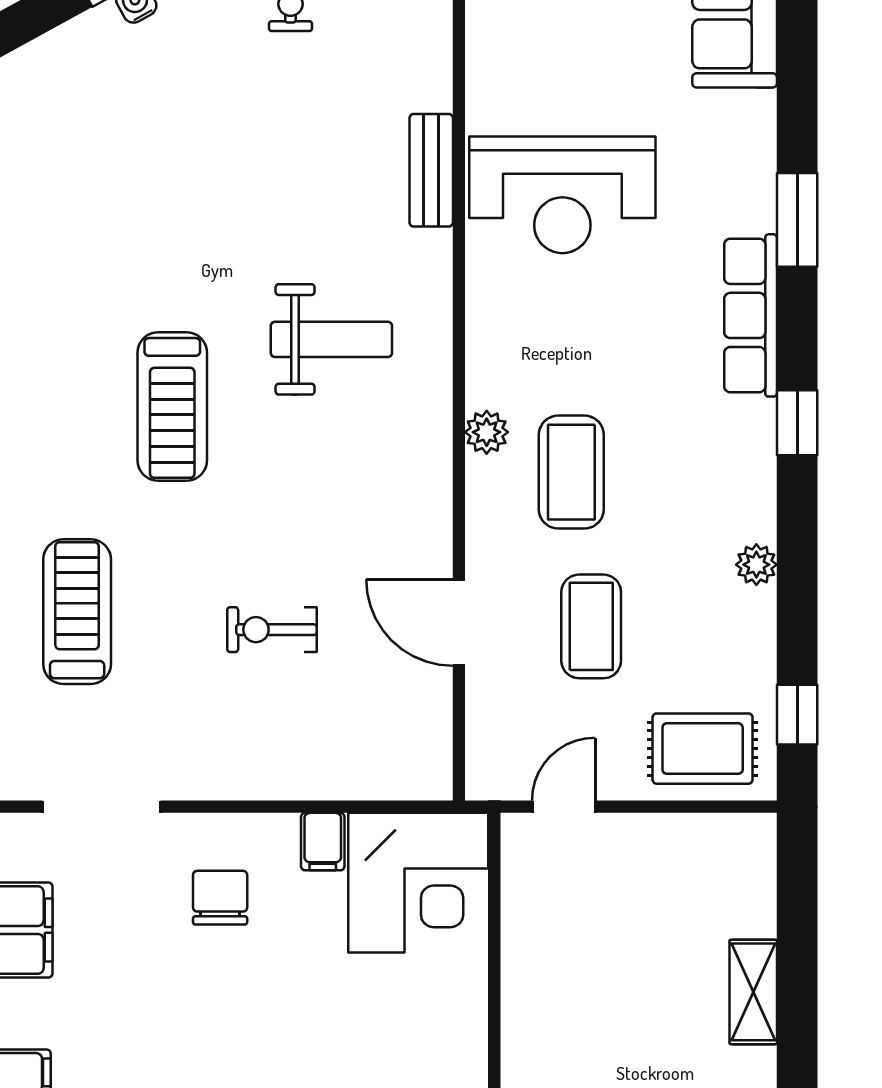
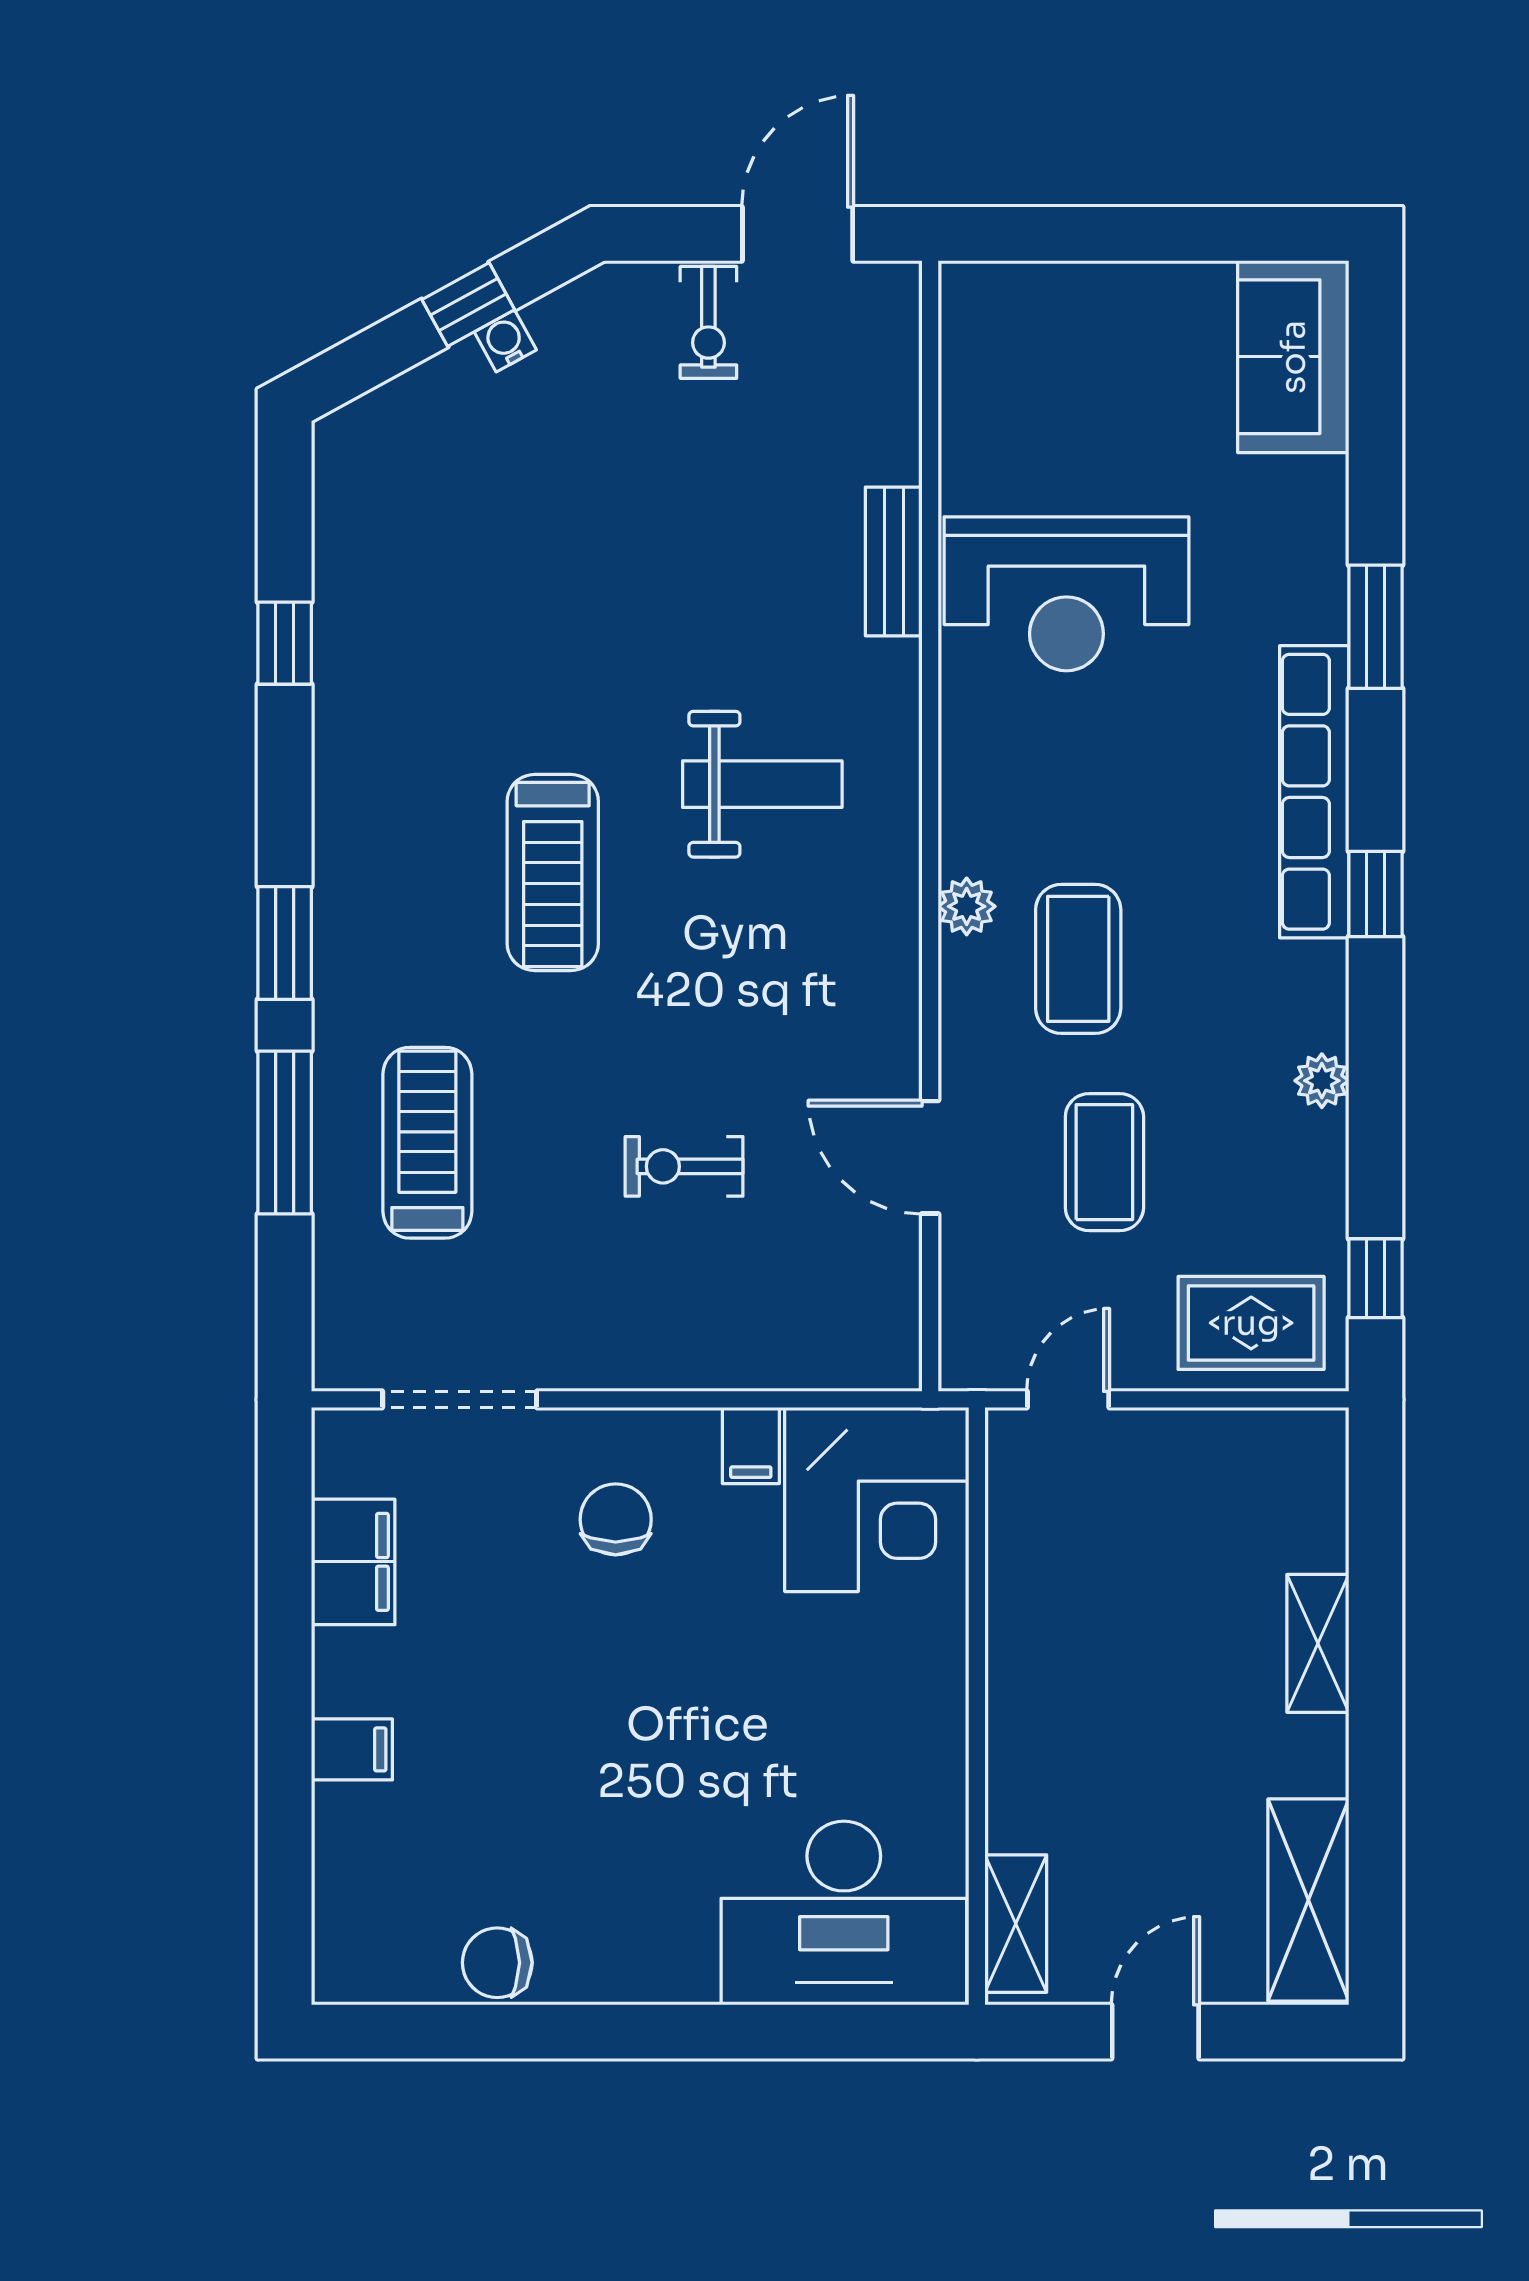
row of seats: (751, 315) -> (1314, 792), width x1.36

